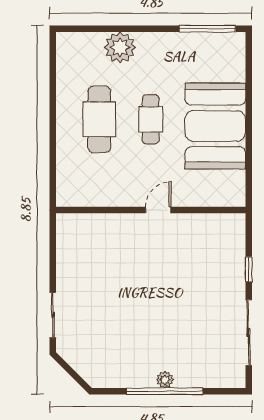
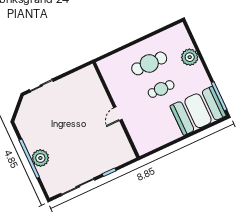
booth: (215, 126) -> (198, 111), moved
door: (158, 210) -> (118, 114), swing flipped
plant: (165, 380) -> (40, 158), width x1.88, depth x1.88

